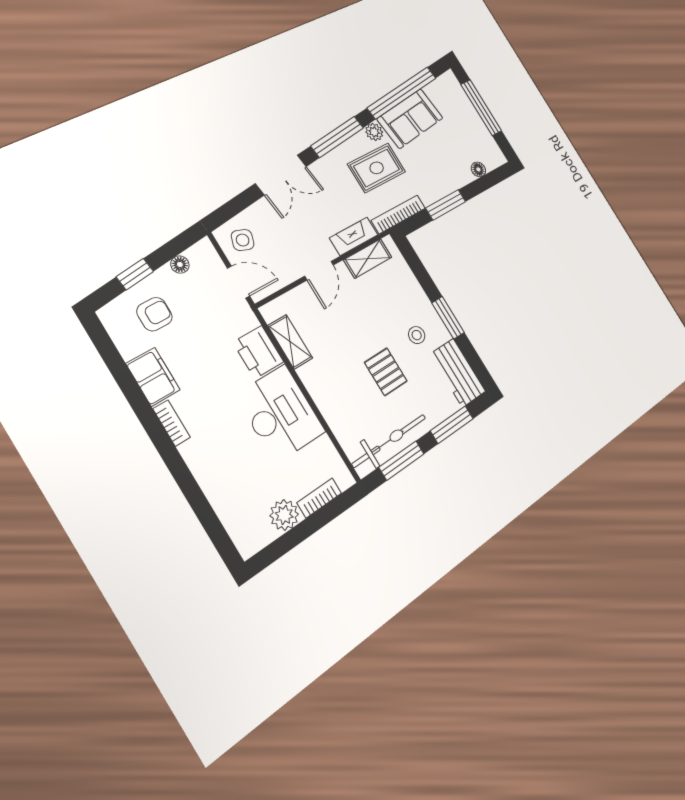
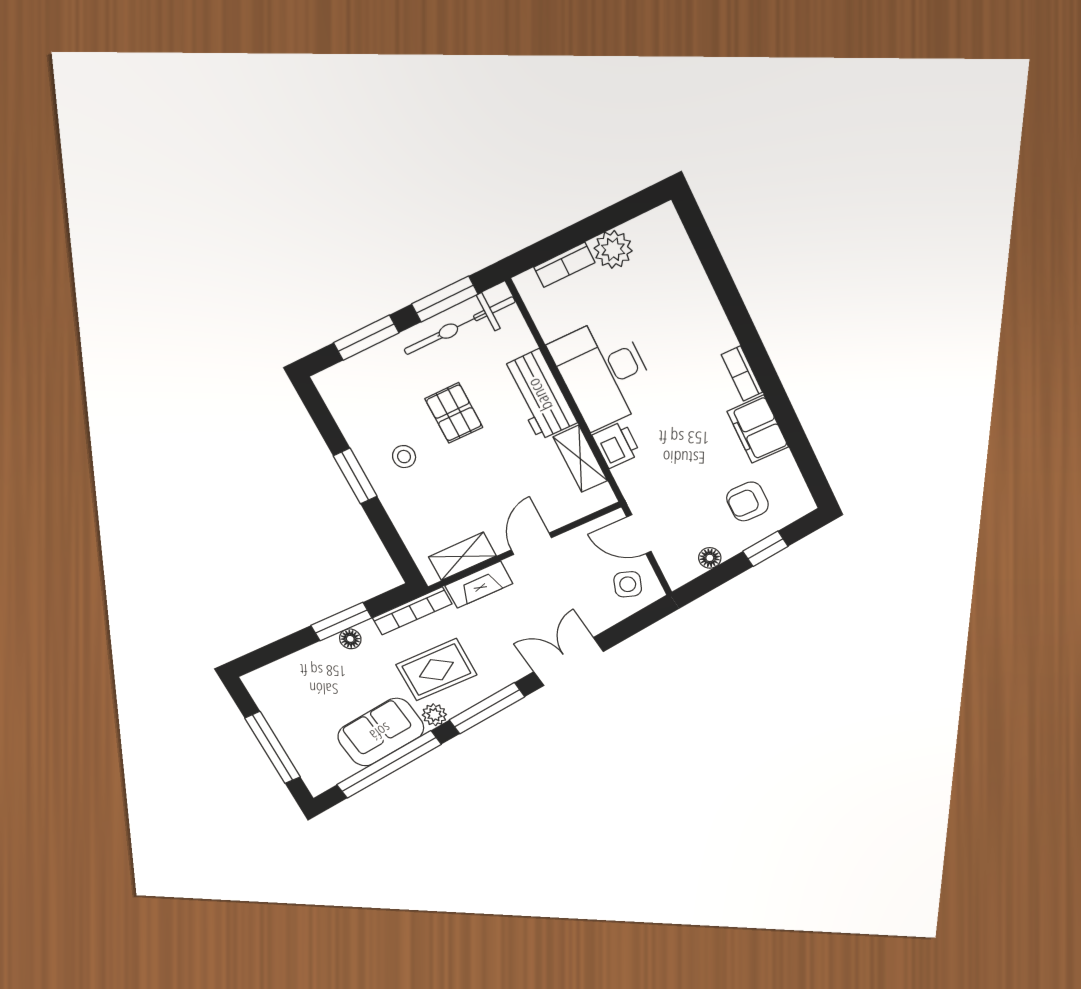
floor lamp: (478, 169) -> (350, 639), moved
printer: (258, 352) -> (616, 445), width x0.73, depth x0.81
workbench: (458, 373) -> (539, 395), moved, turned 180

